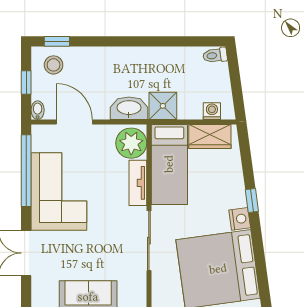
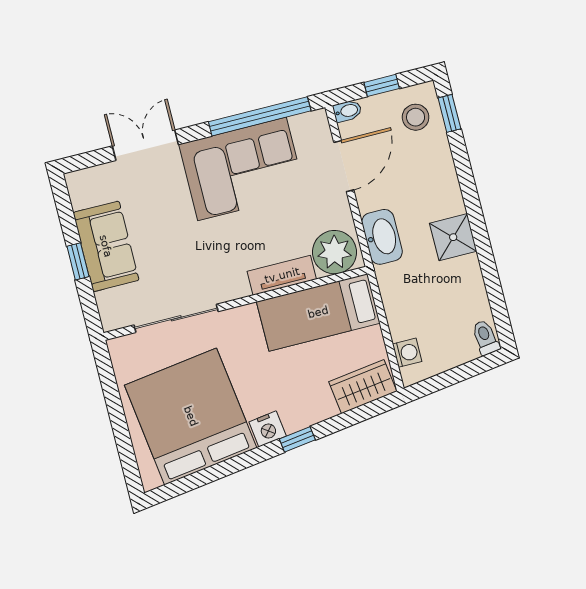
shower: (163, 106) -> (453, 237), moved
wardrobe: (210, 136) -> (363, 387), moved, turned 82
sliding door: (149, 241) -> (176, 318), moved

